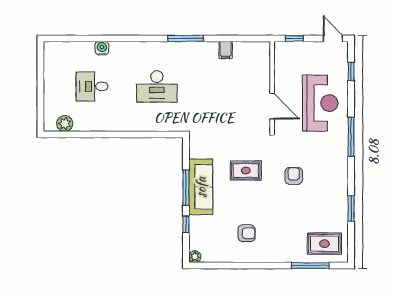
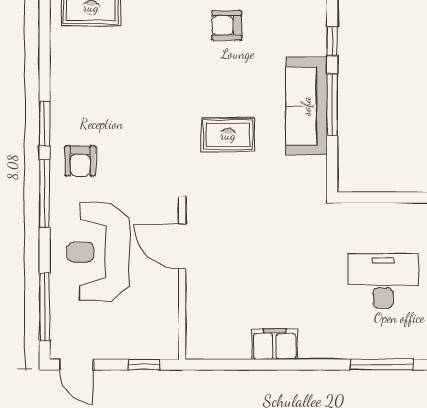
window: (186, 38) -> (382, 365), moved
filing cabinet: (226, 50) -> (275, 344), width x2.00
window: (351, 72) -> (45, 307), width x2.17
armchair: (294, 176) -> (80, 161), moved
window: (351, 208) -> (45, 124), moved

